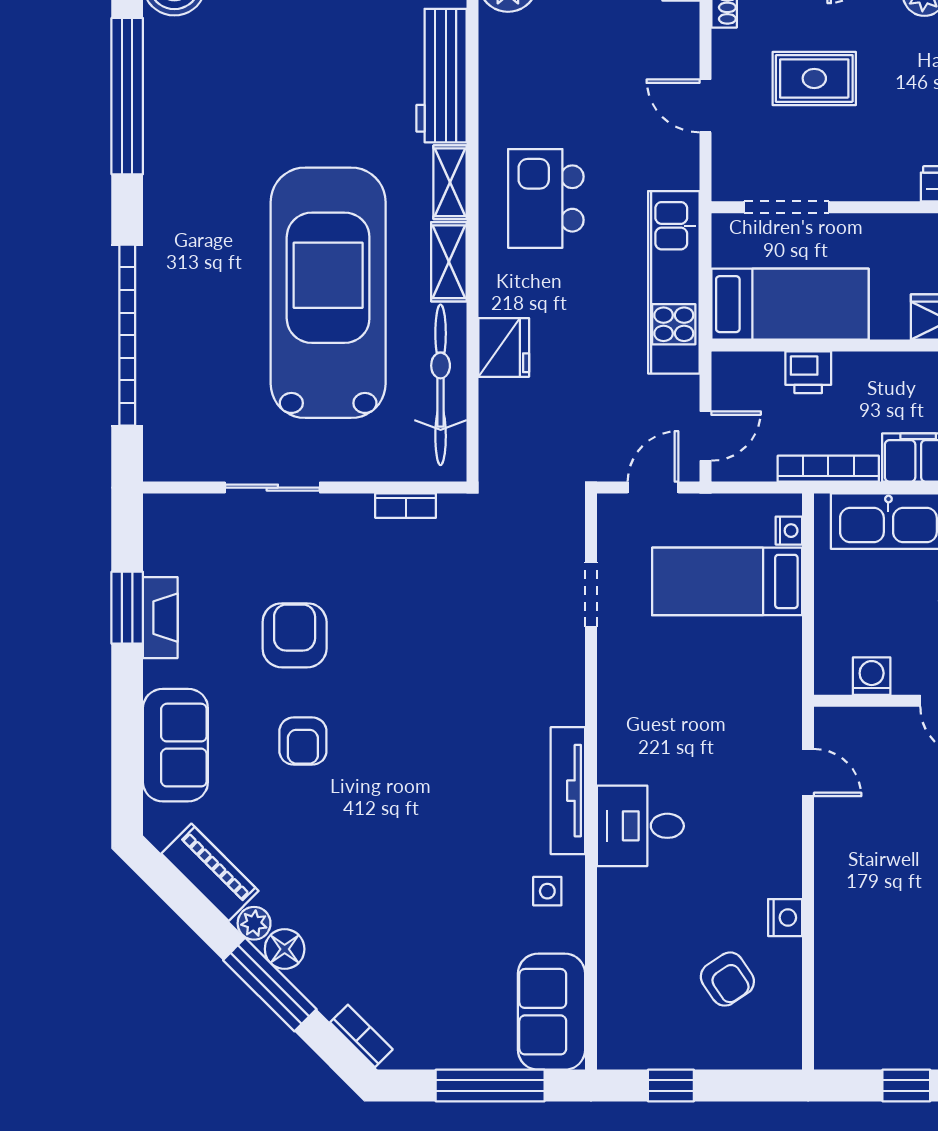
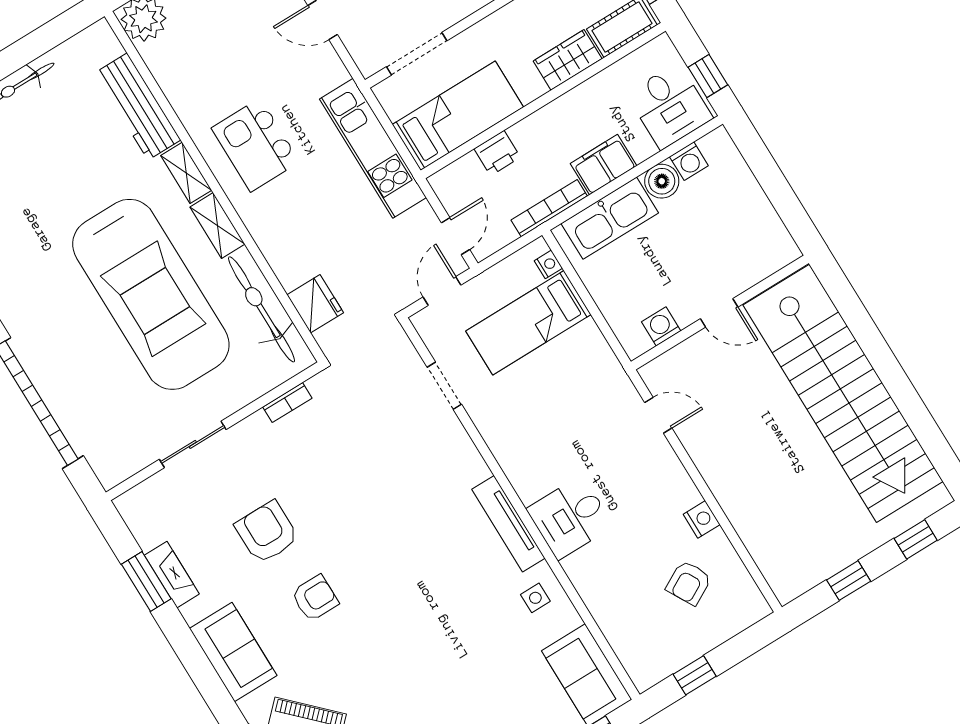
car: (328, 293) -> (151, 294), turned 180
fridge: (504, 347) -> (315, 304), moved
armchair: (303, 741) -> (315, 598), turned -90
armchair: (727, 979) -> (689, 583), turned 95

